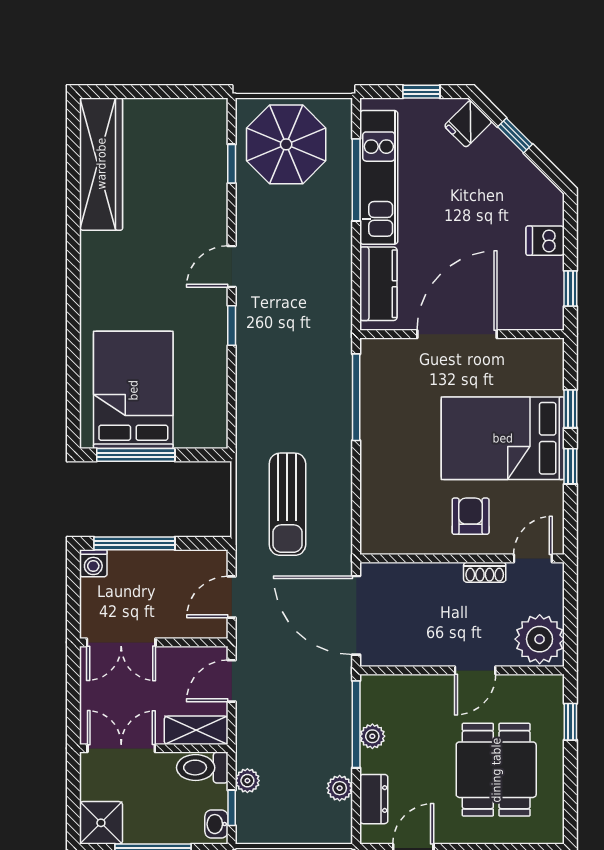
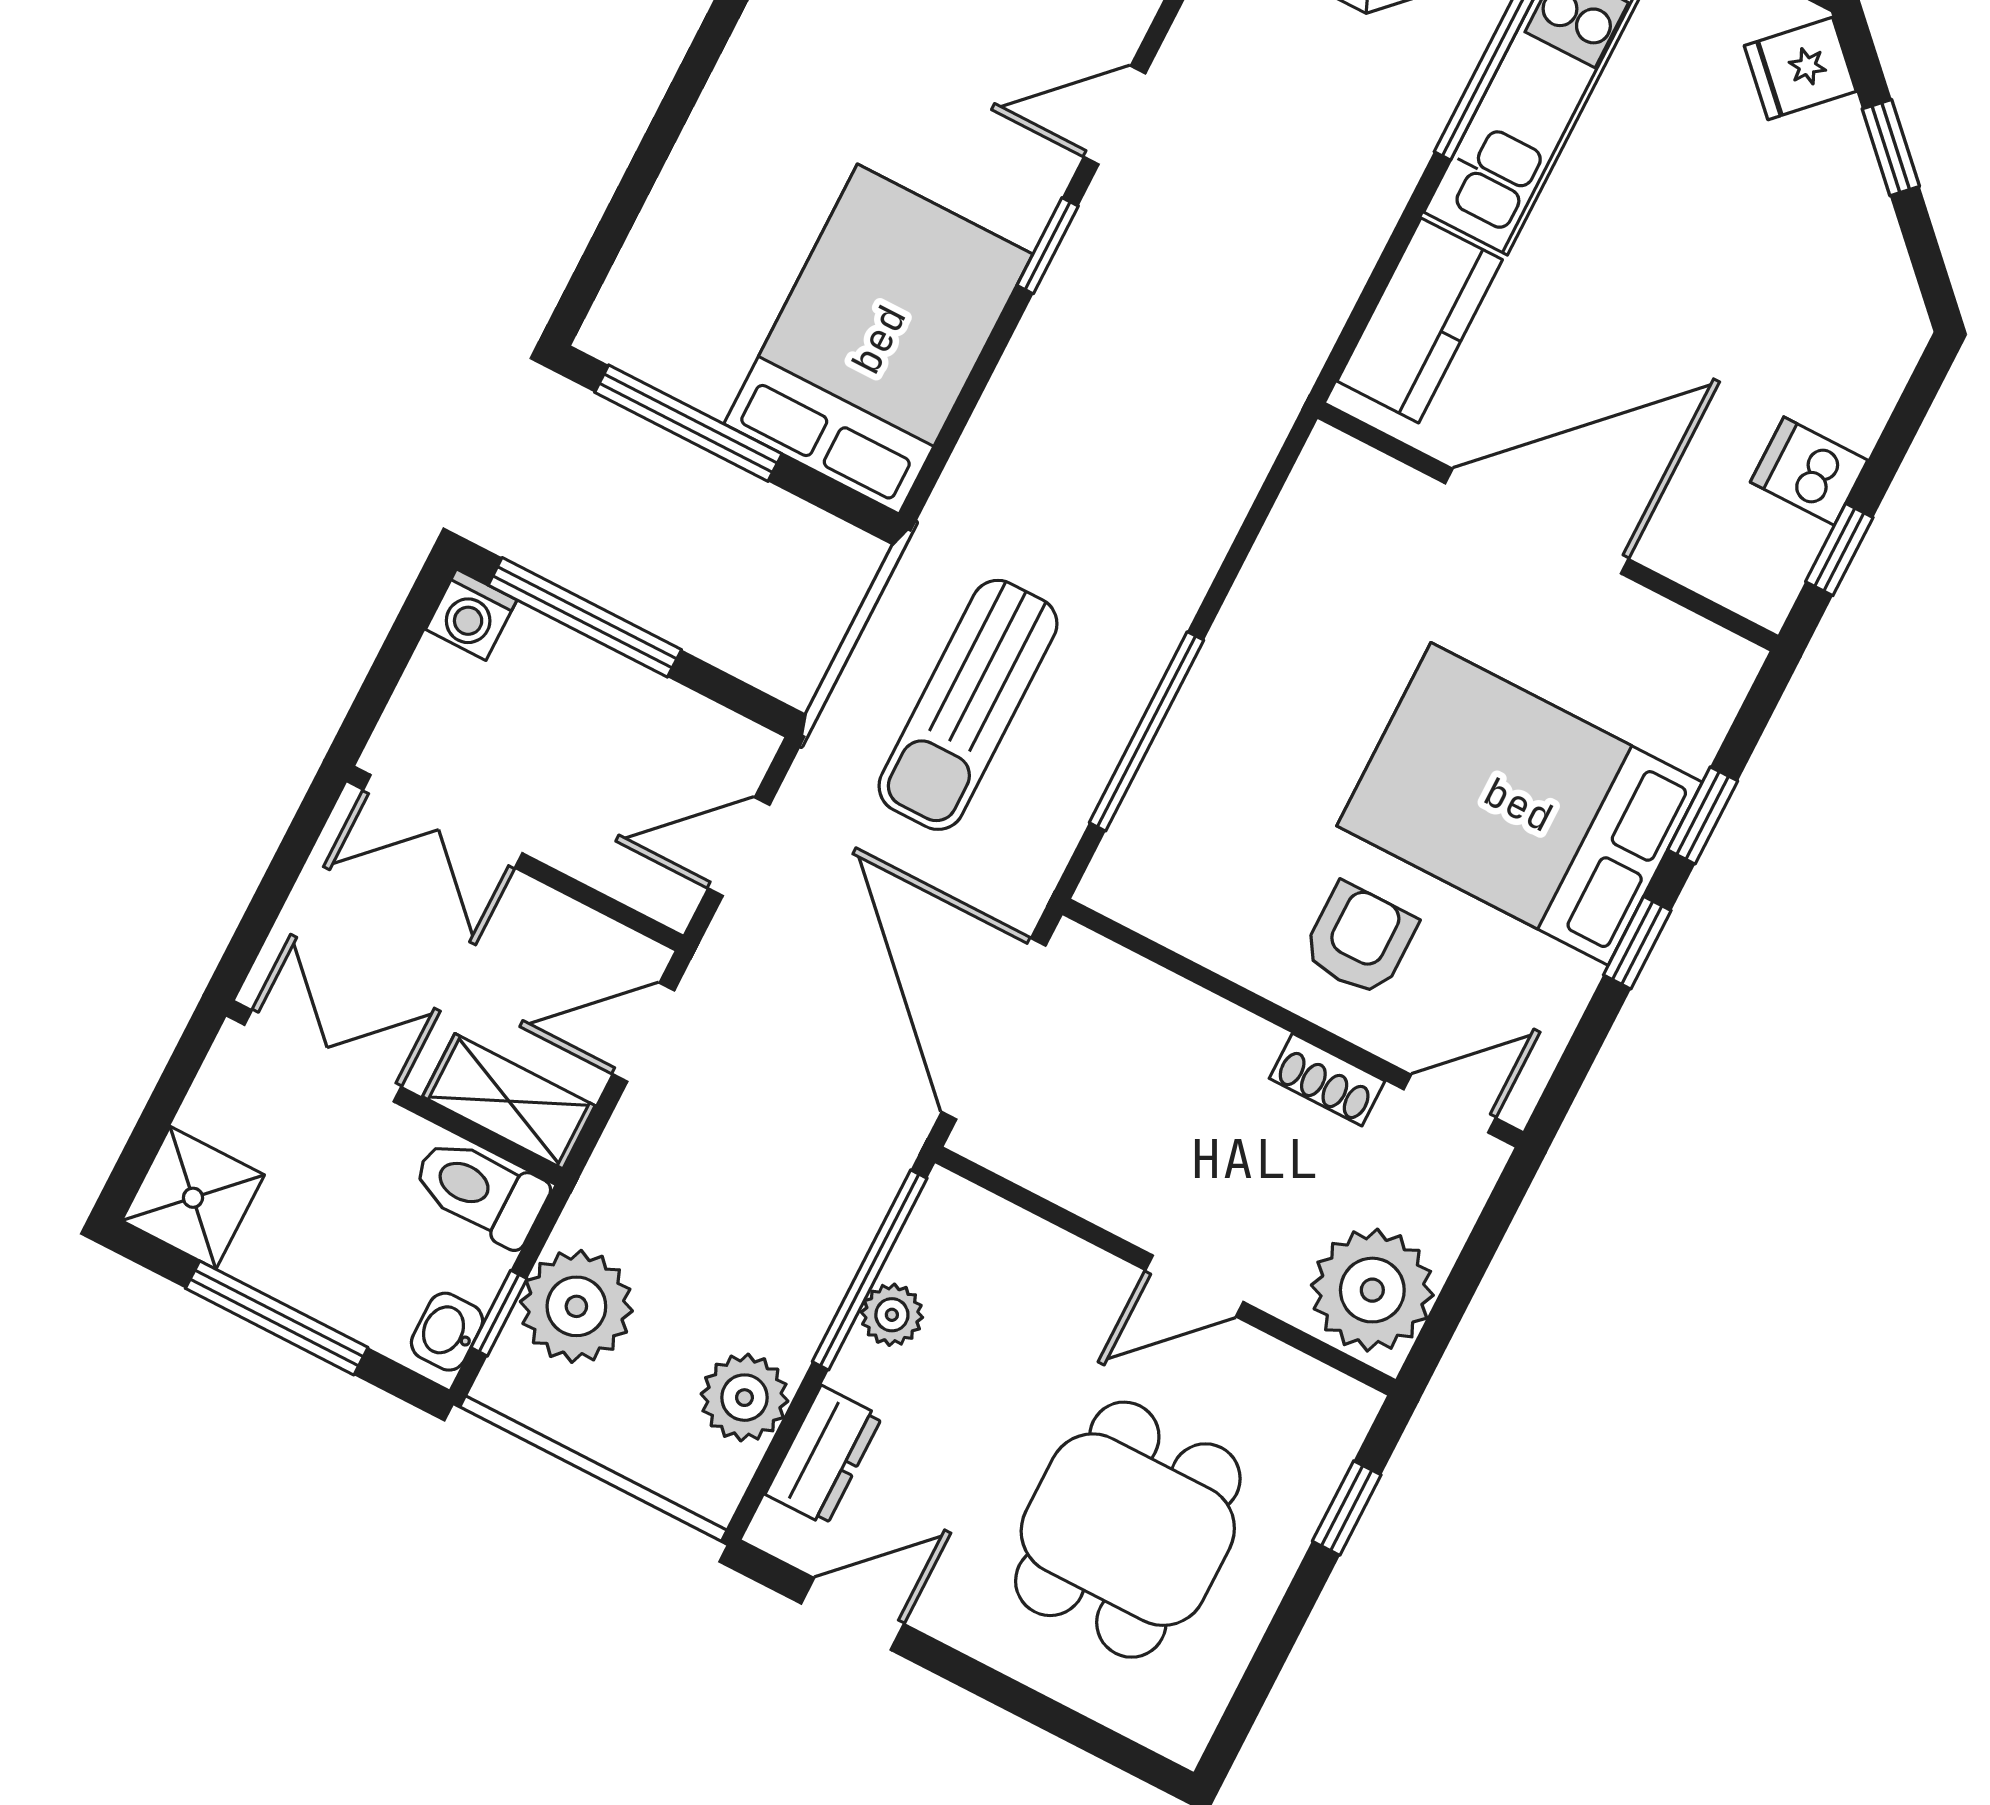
dishwasher: (545, 241) -> (1809, 471), moved
bed: (133, 390) -> (878, 339), moved
window: (356, 397) -> (1146, 731), moved
plant: (247, 781) -> (576, 1306), width x1.87, depth x1.87
plant: (340, 788) -> (744, 1398), width x1.38, depth x1.38

